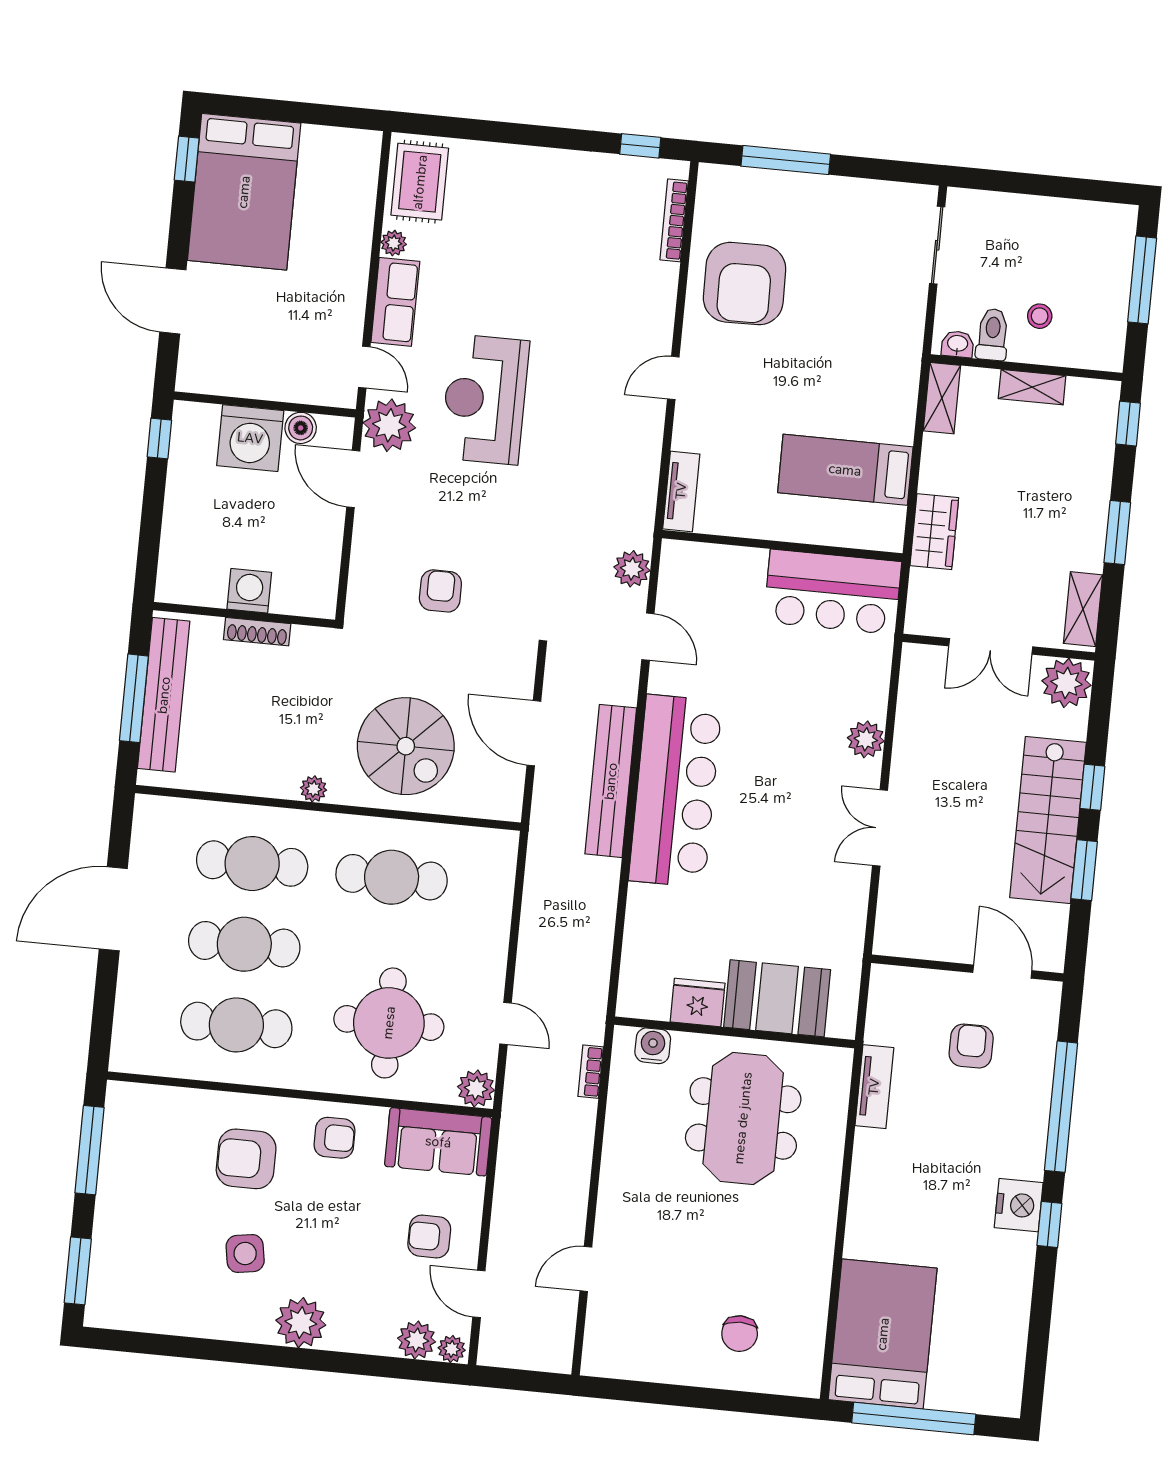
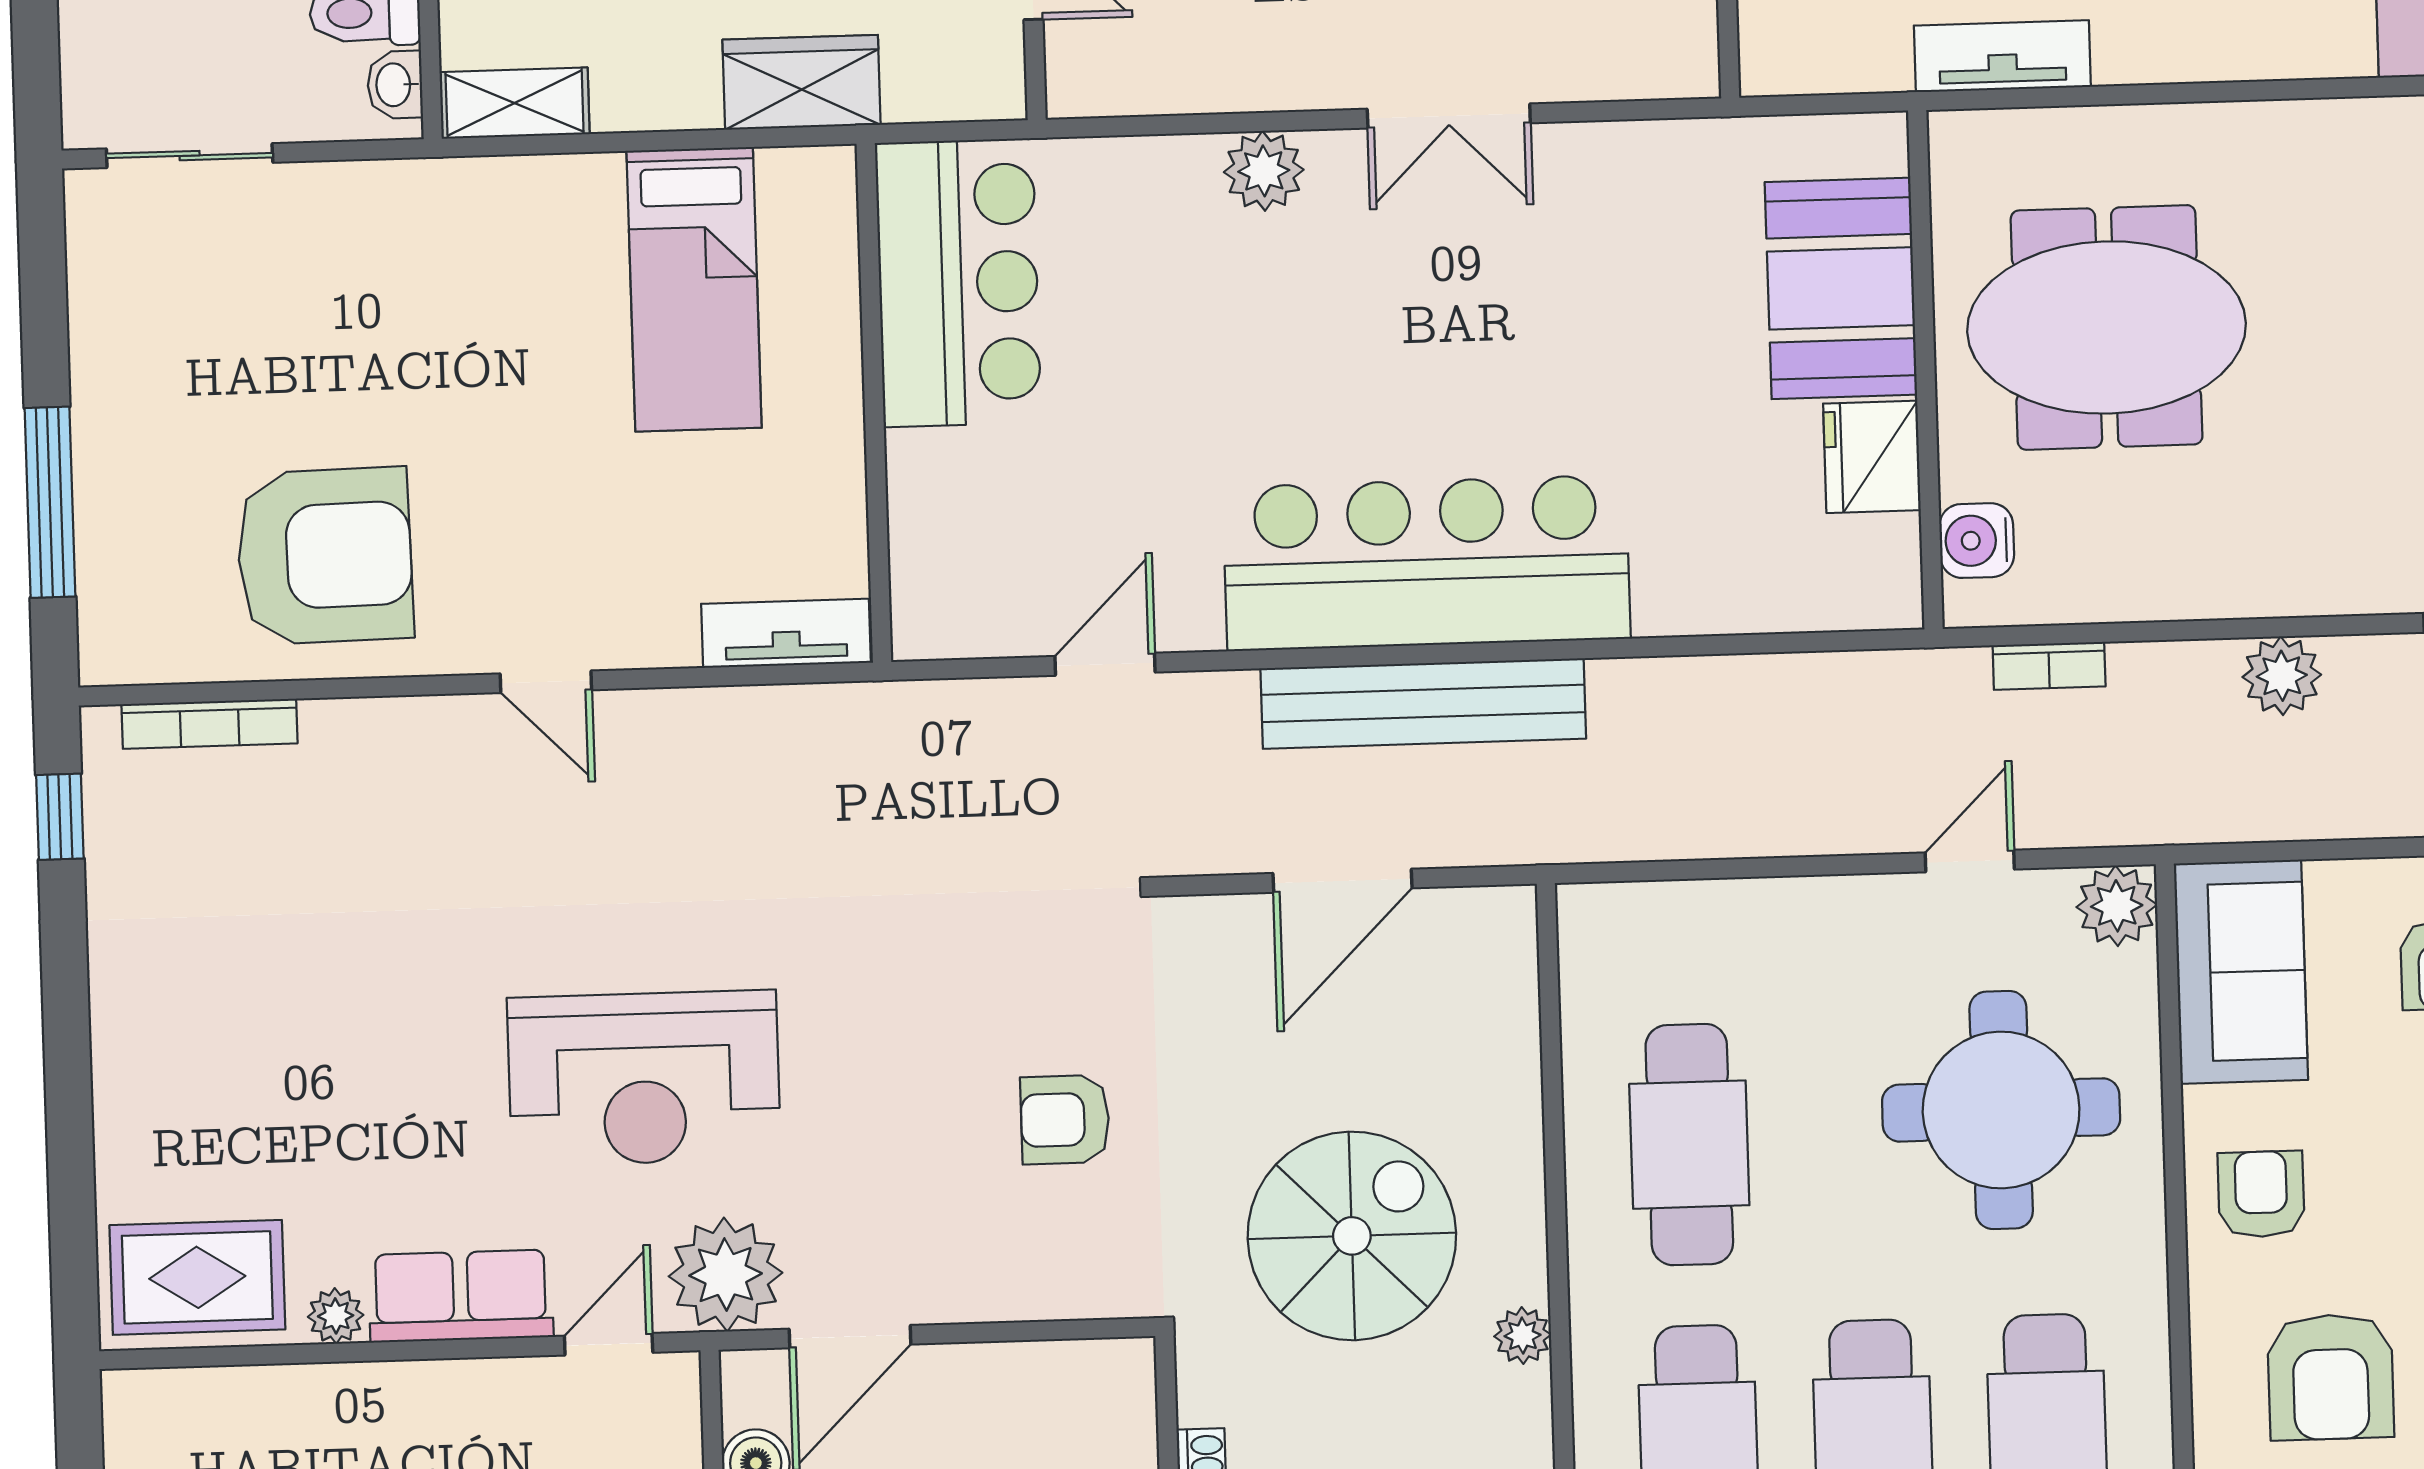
plant: (632, 569) -> (2282, 676), moved
spiral stairs: (406, 746) -> (1352, 1236), moved

